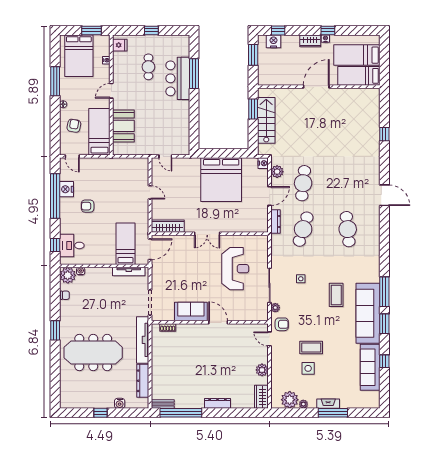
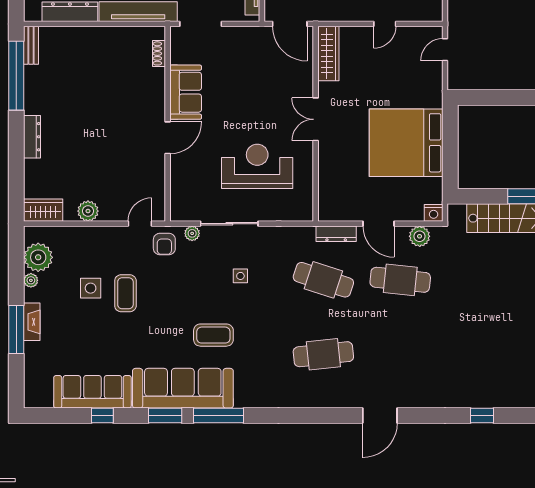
reception desk: (235, 269) -> (257, 166), turned 180

